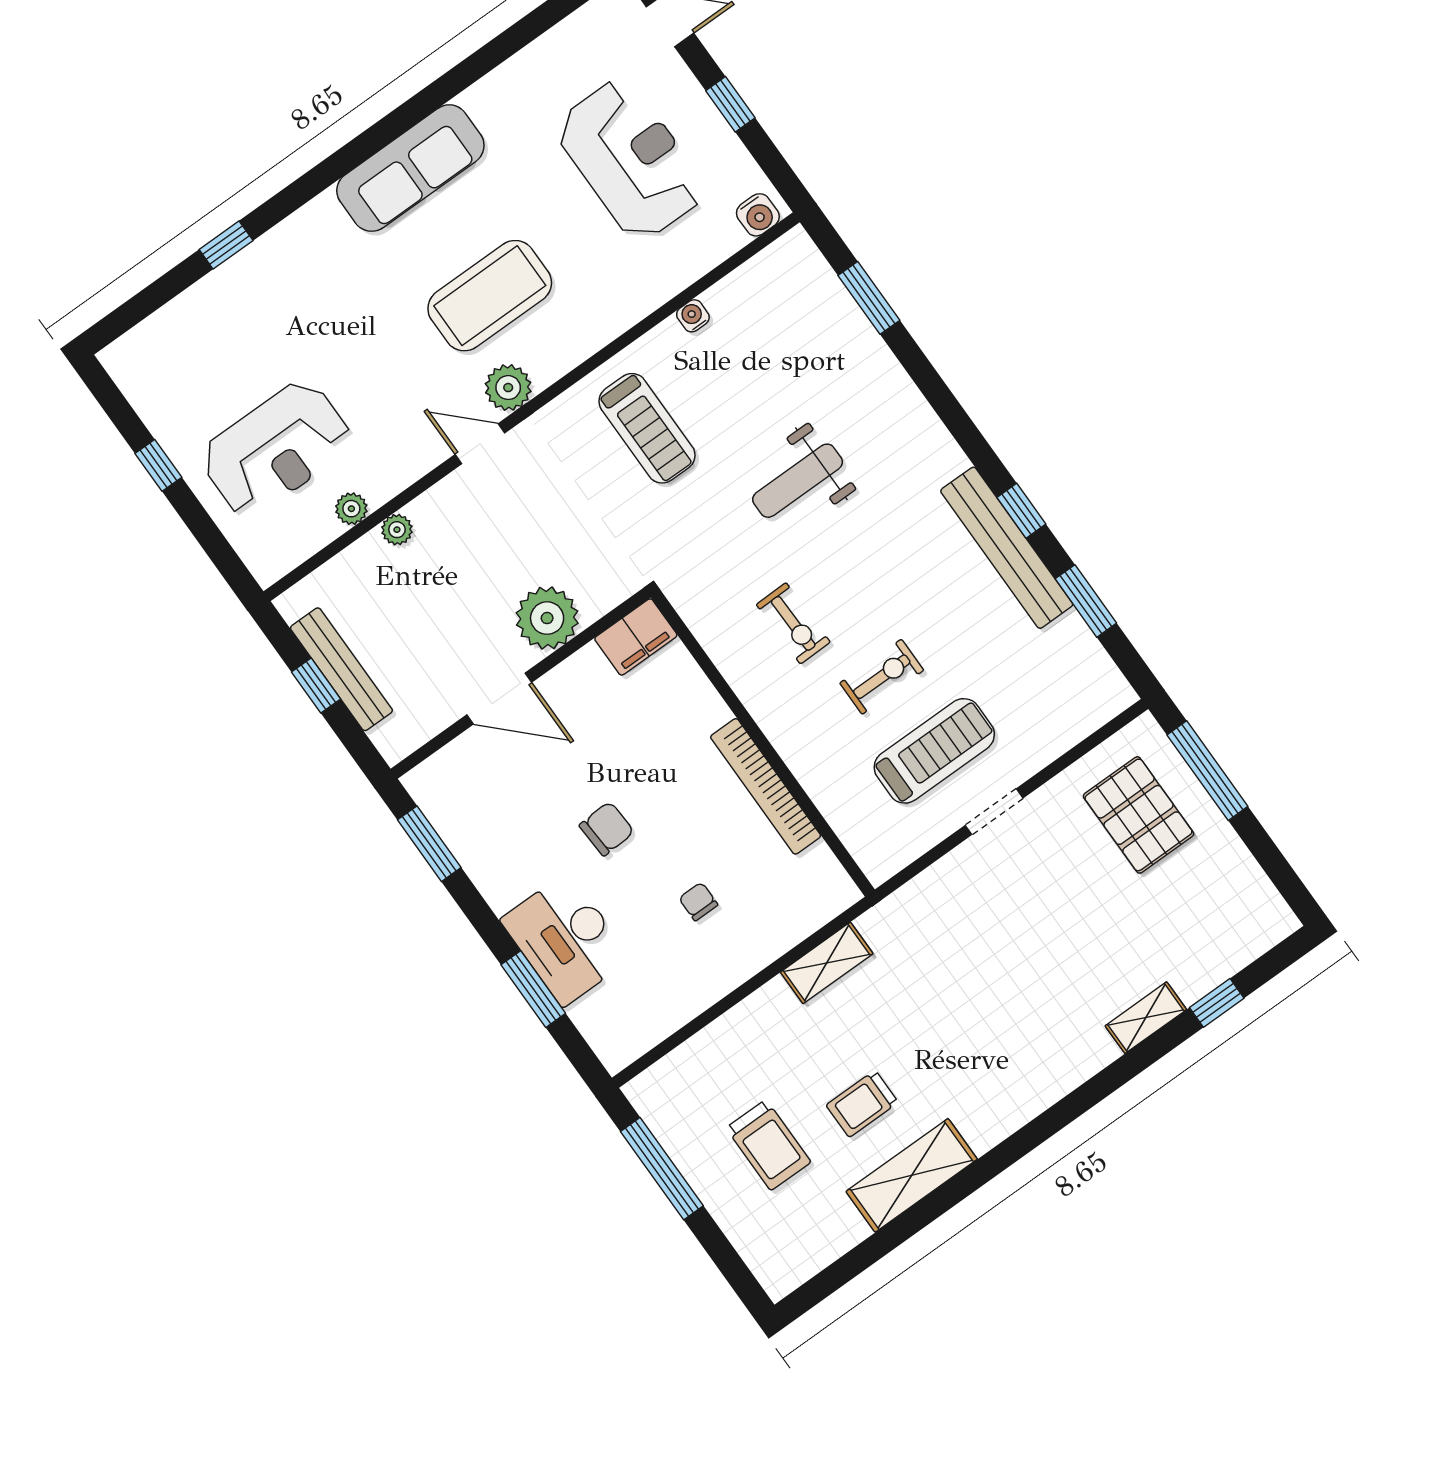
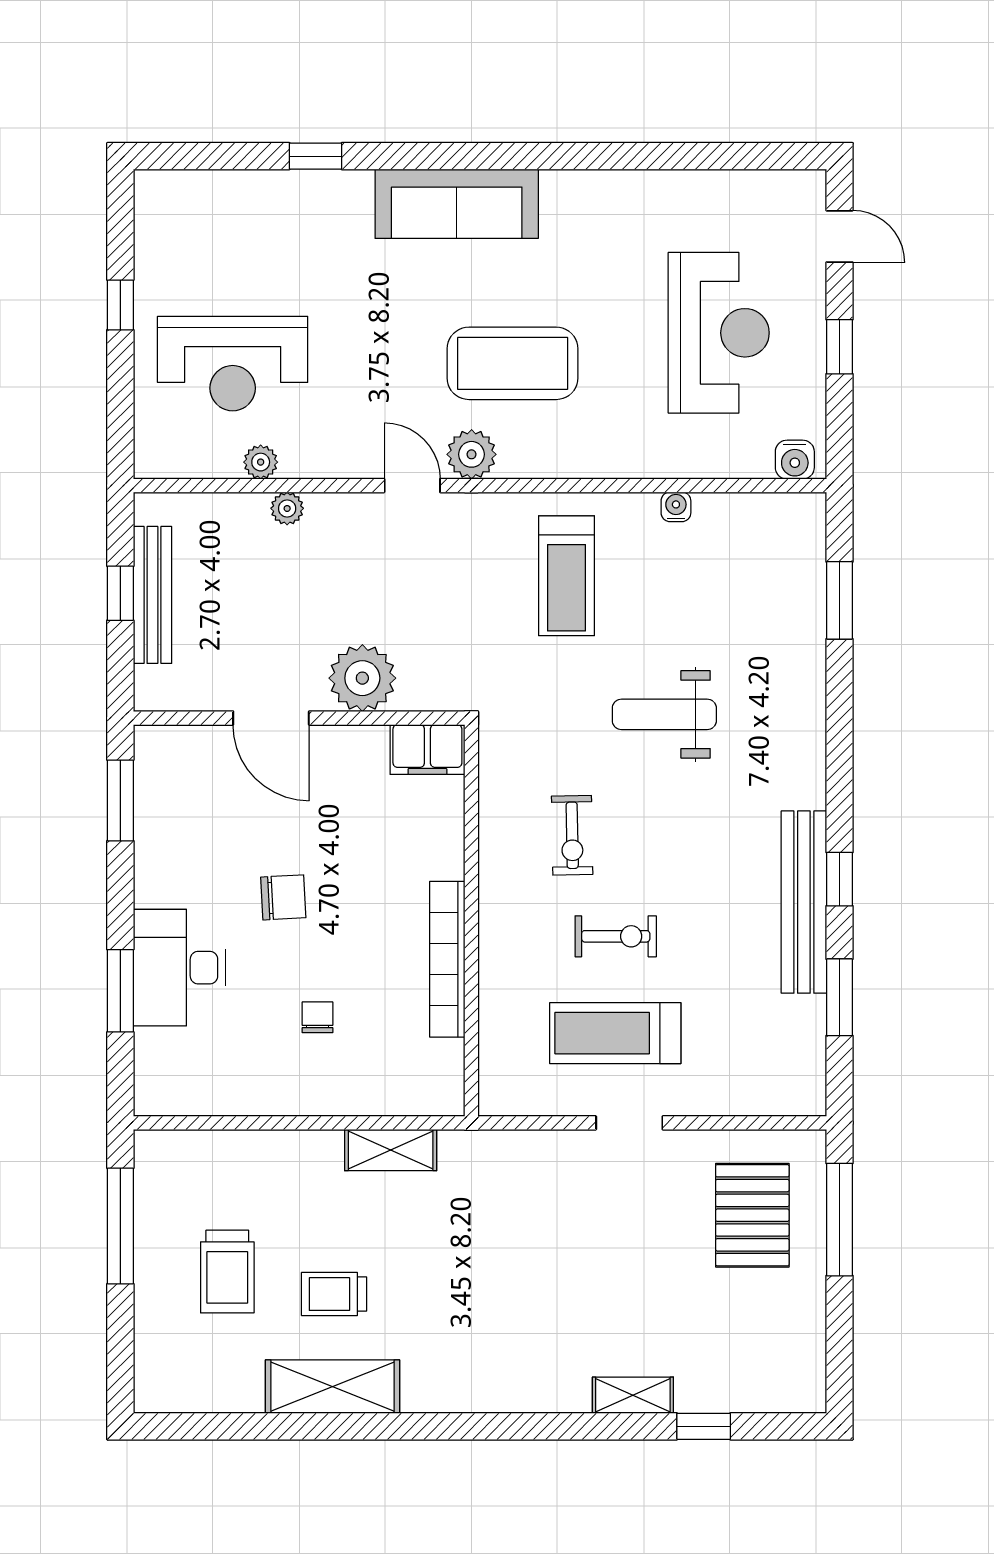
sofa: (410, 168) -> (457, 204), moved
treadmill: (934, 751) -> (615, 1033), turned 180

